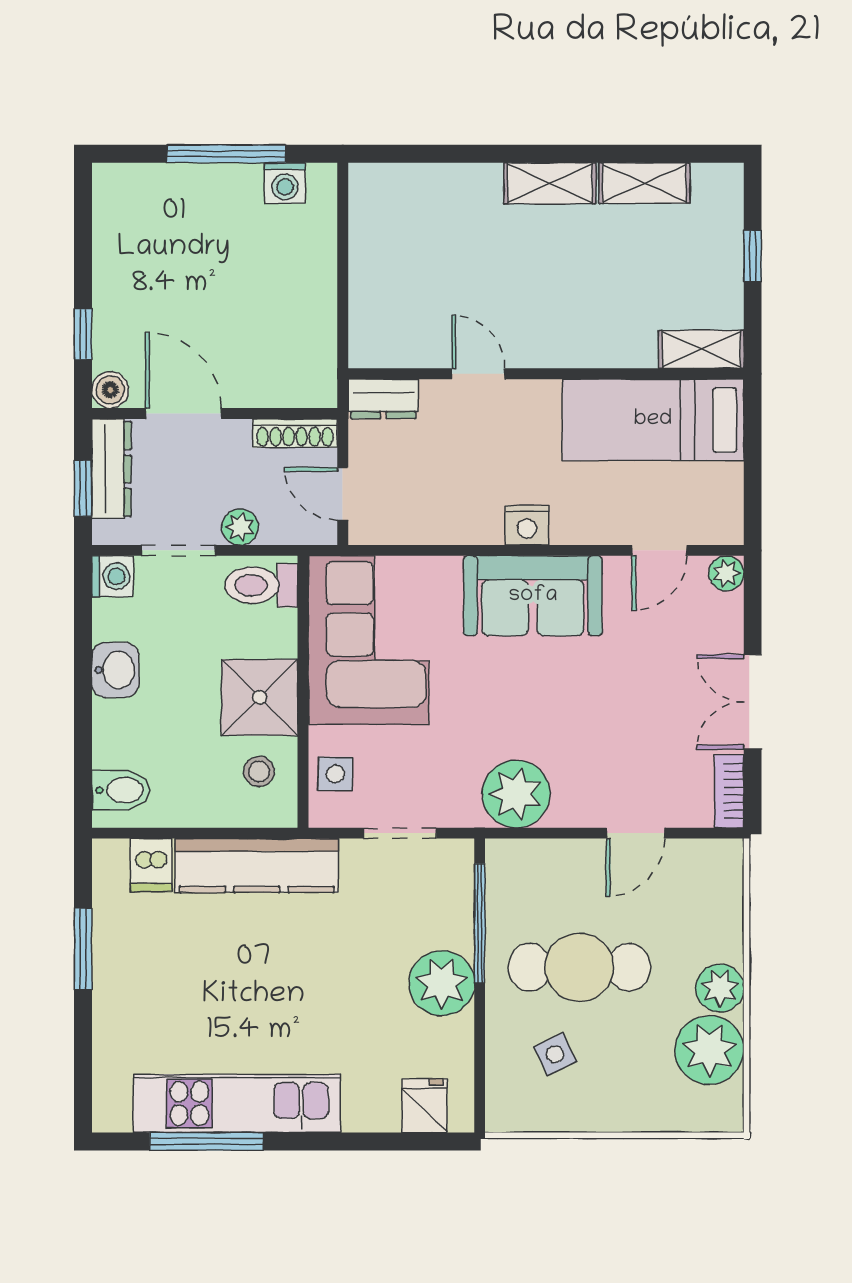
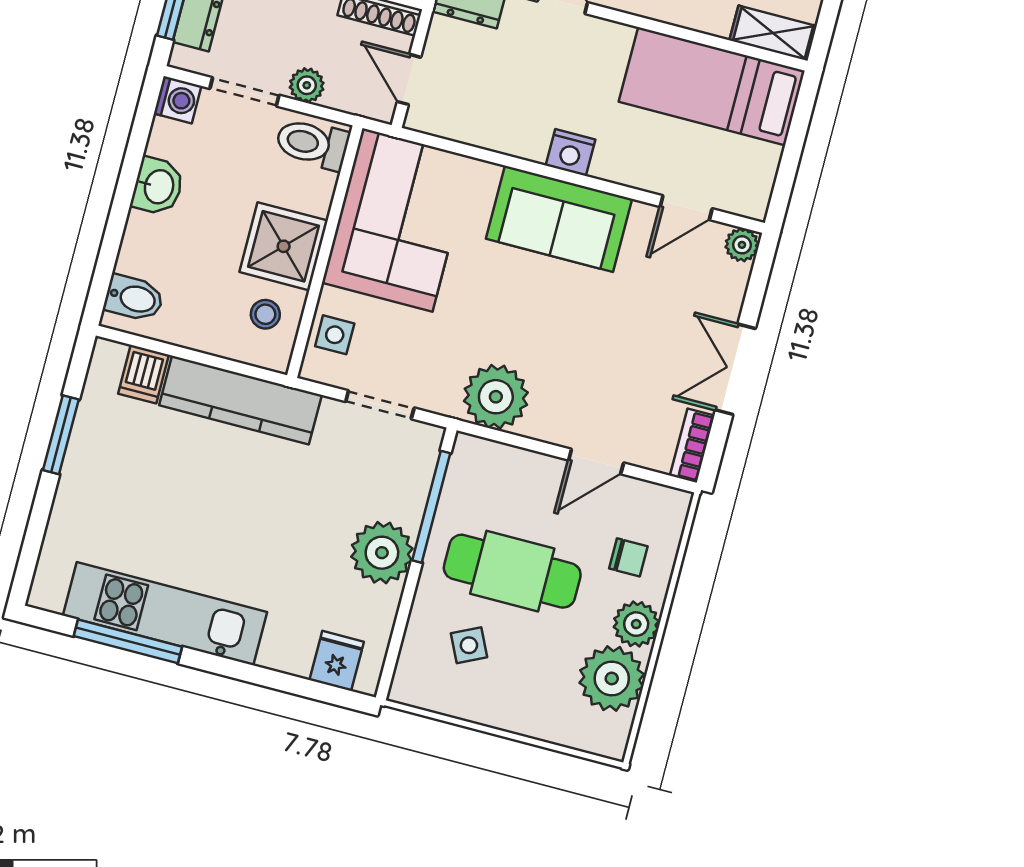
chair: (694, 922) -> (628, 557), added

